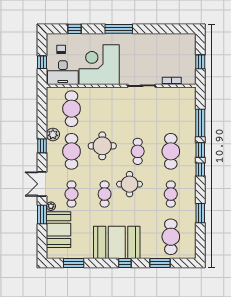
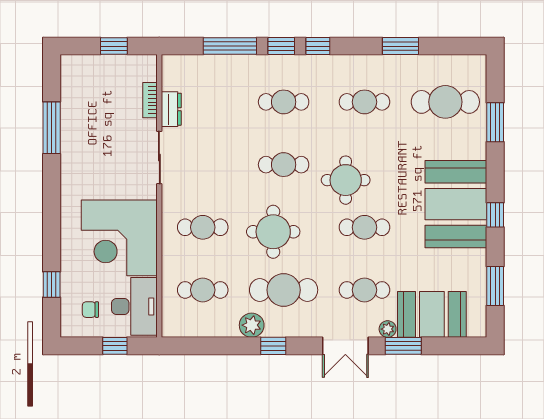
window: (119, 29) -> (52, 128), moved
dresser: (167, 92) -> (171, 109), added
cafe table: (72, 109) -> (203, 290), width x0.73, depth x0.74
cafe table: (105, 109) -> (203, 227), added
cafe table: (171, 151) -> (284, 102), width x0.73, depth x0.74
window: (125, 263) -> (495, 215), moved

